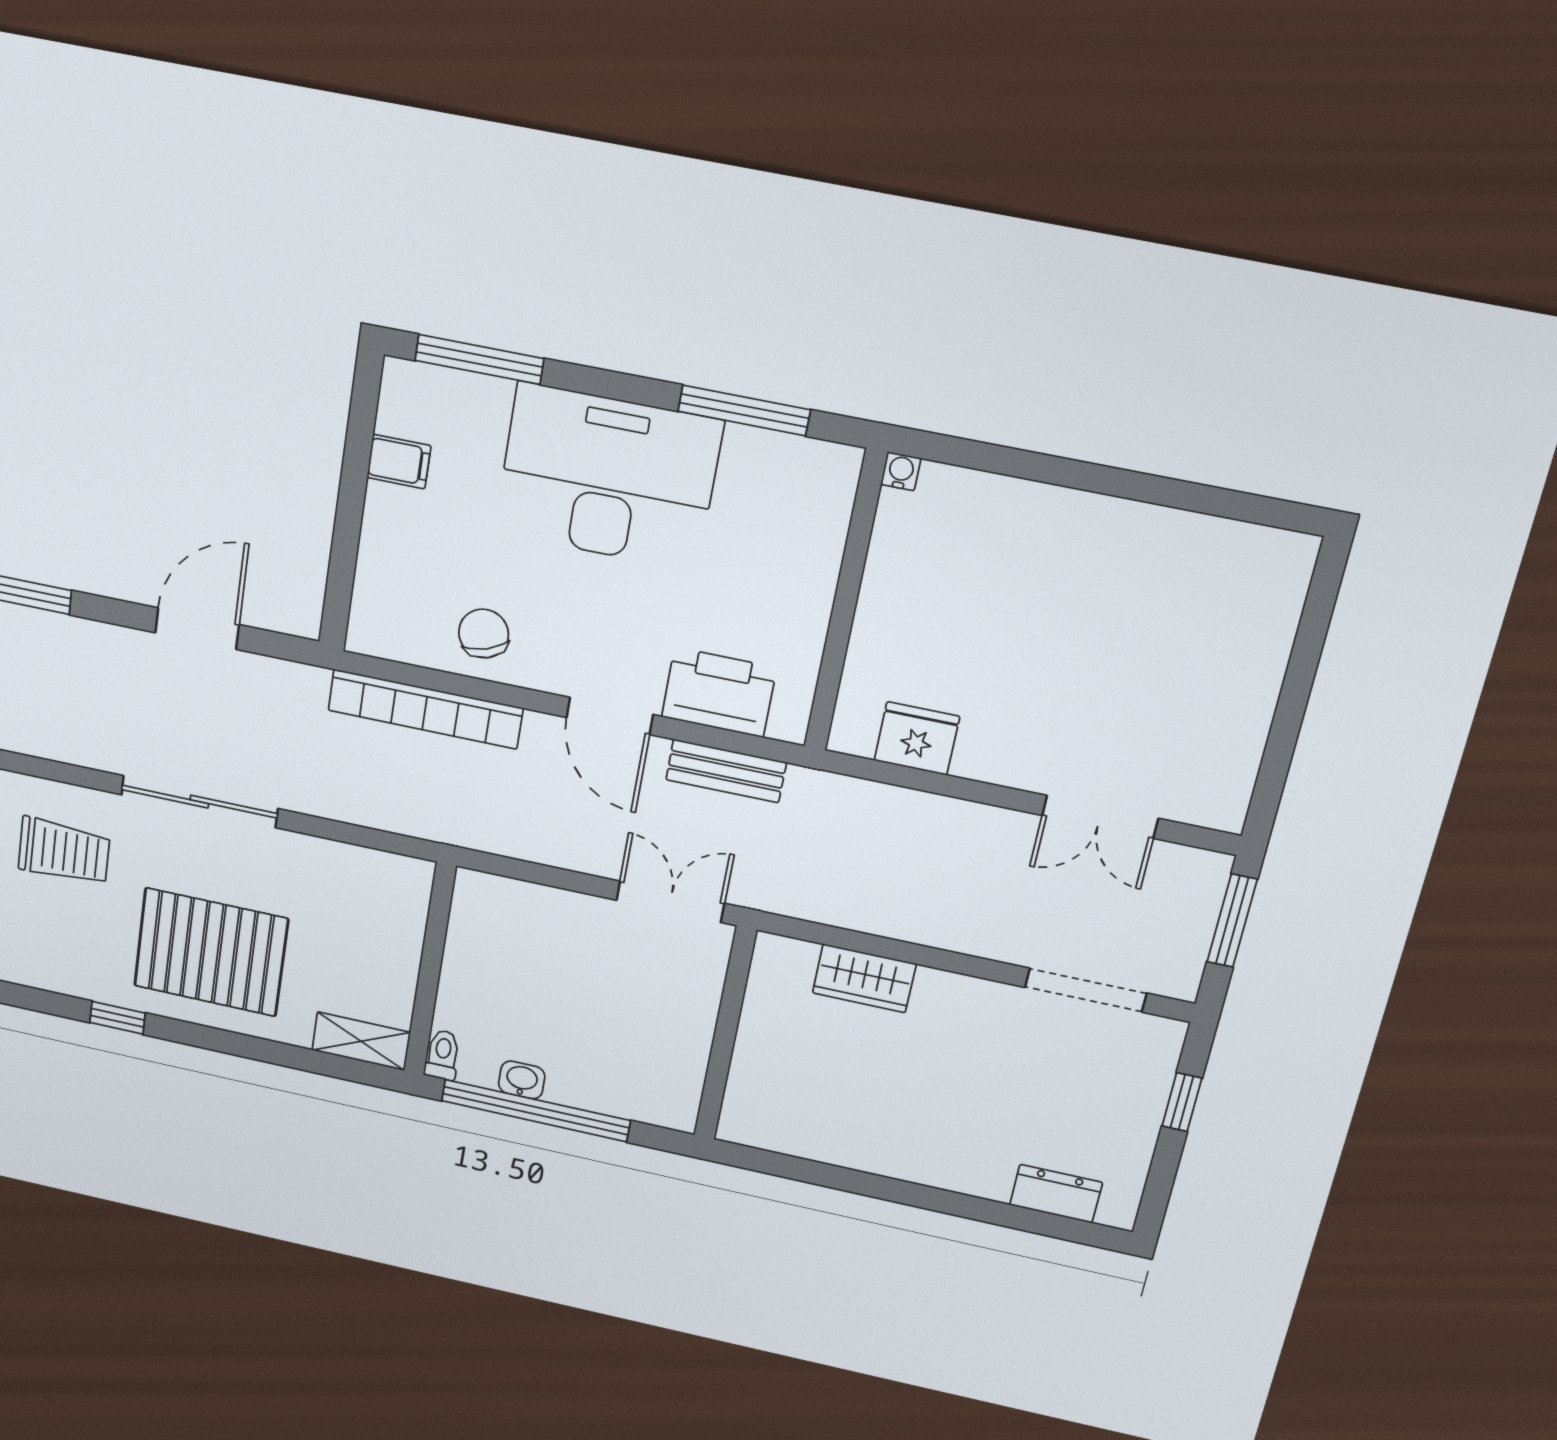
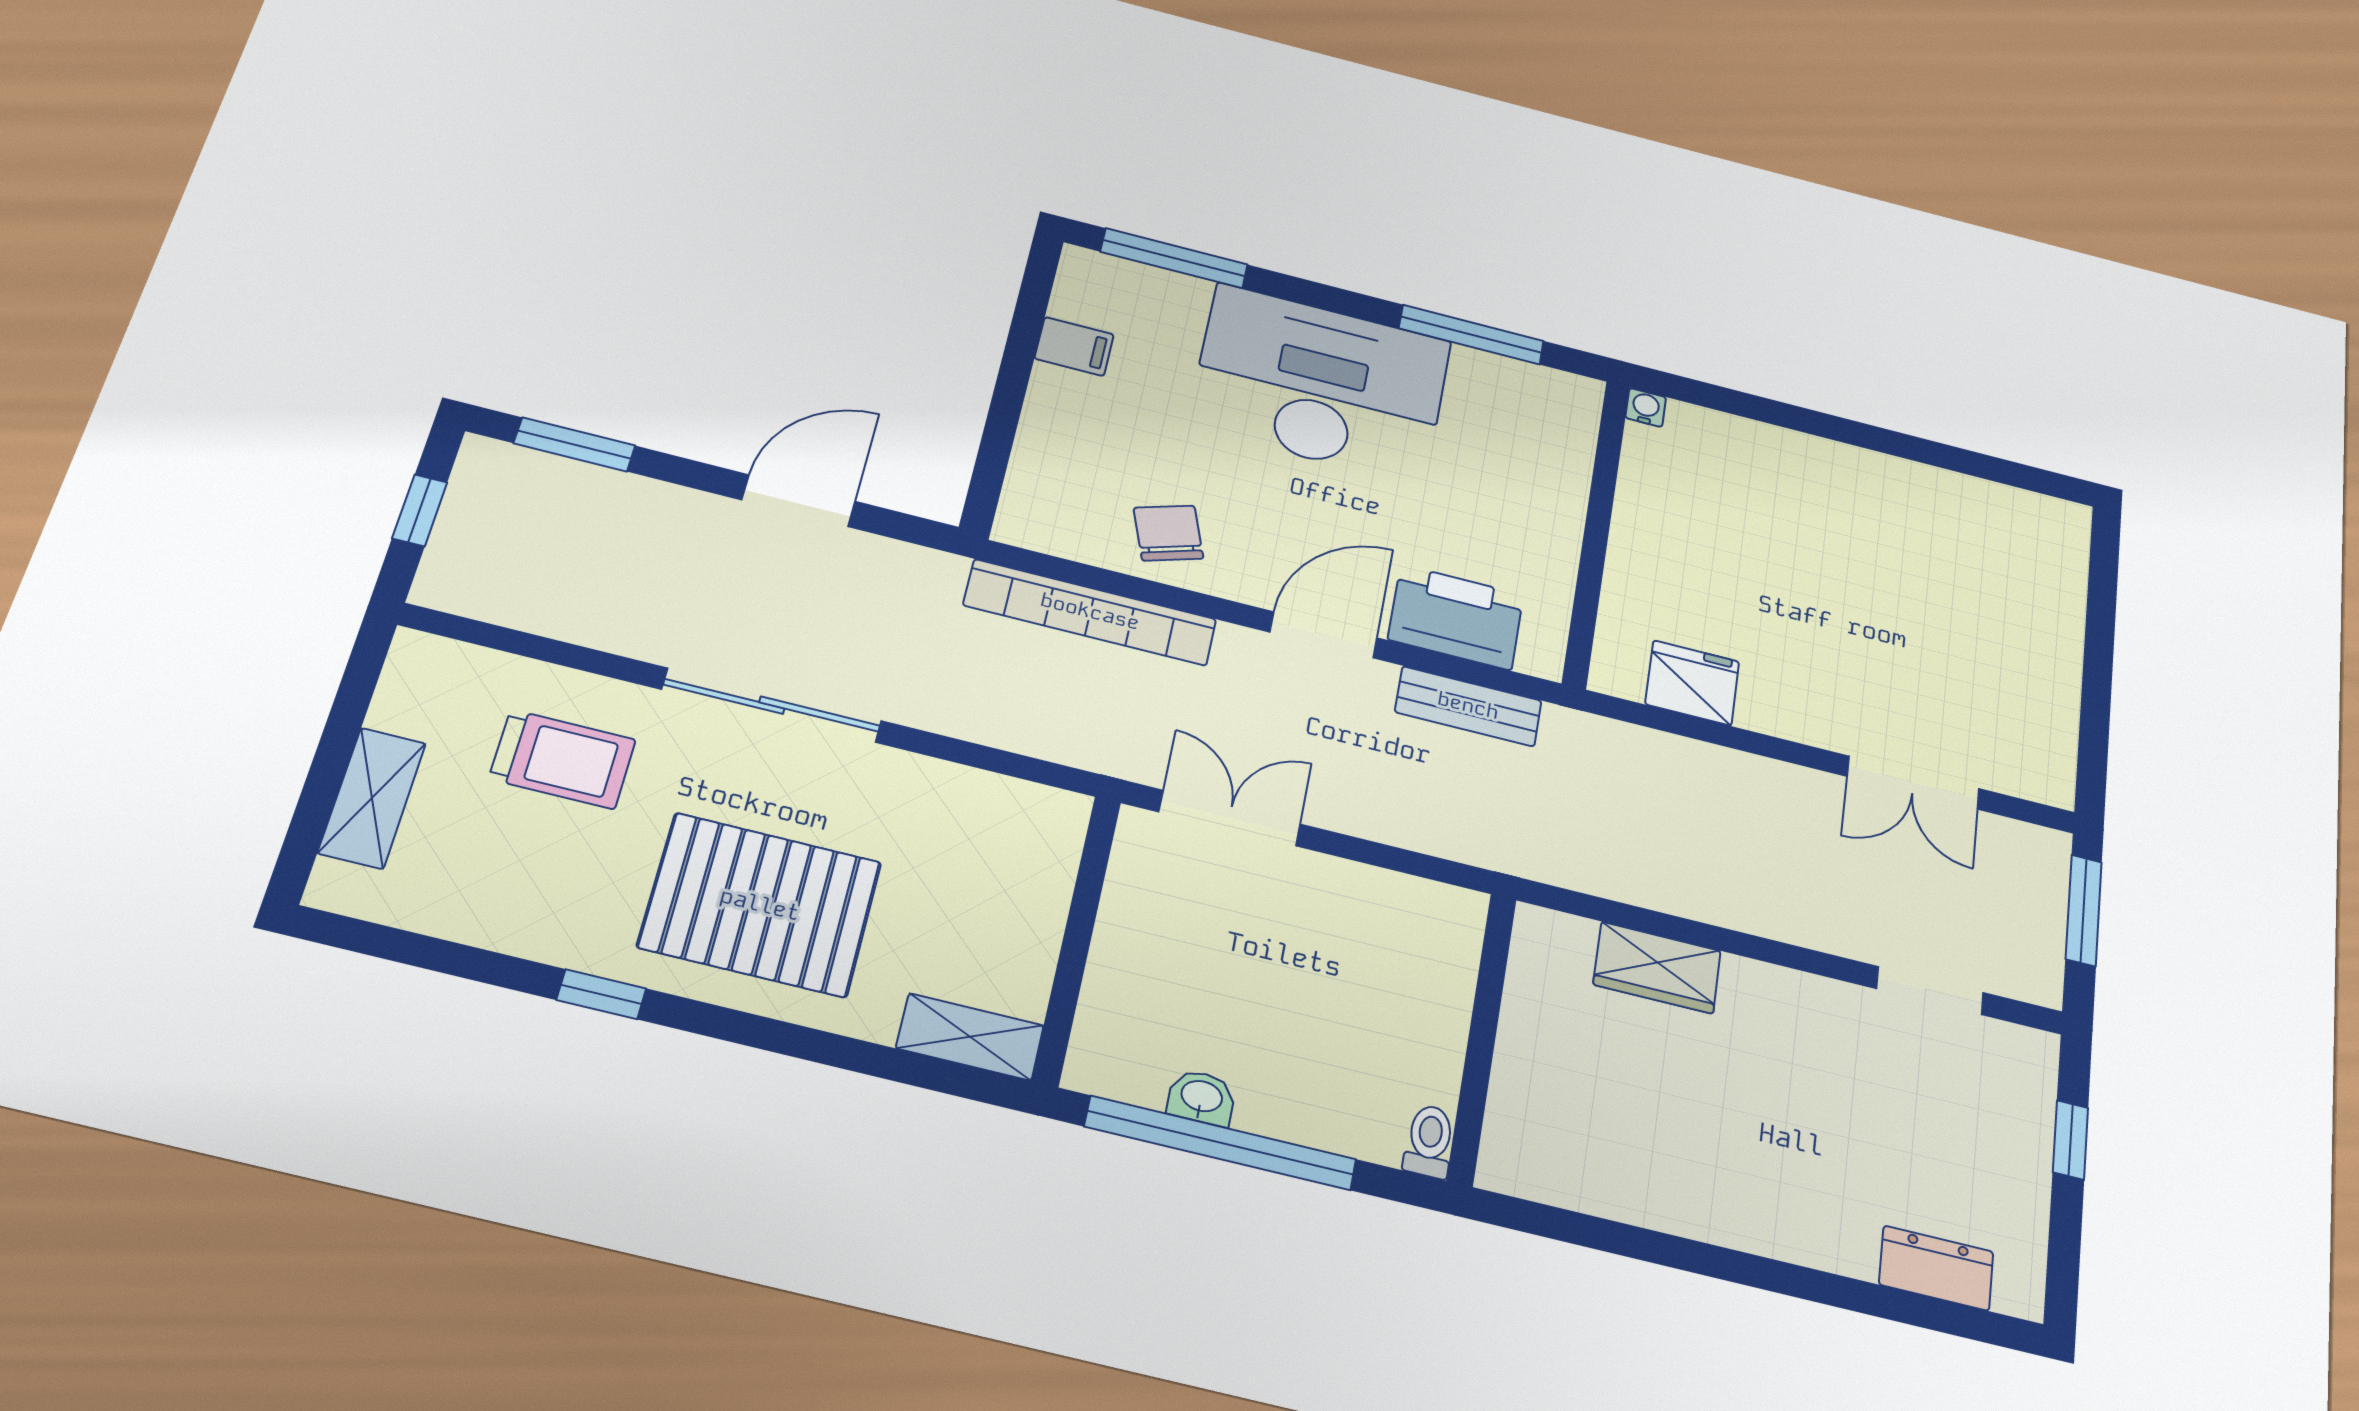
door: (610, 716) -> (1324, 635), swing flipped
double door: (670, 902) -> (1230, 818), moved
doorway: (1086, 990) -> (1930, 991), width x0.73
toilet: (442, 1055) -> (1429, 1141), moved

